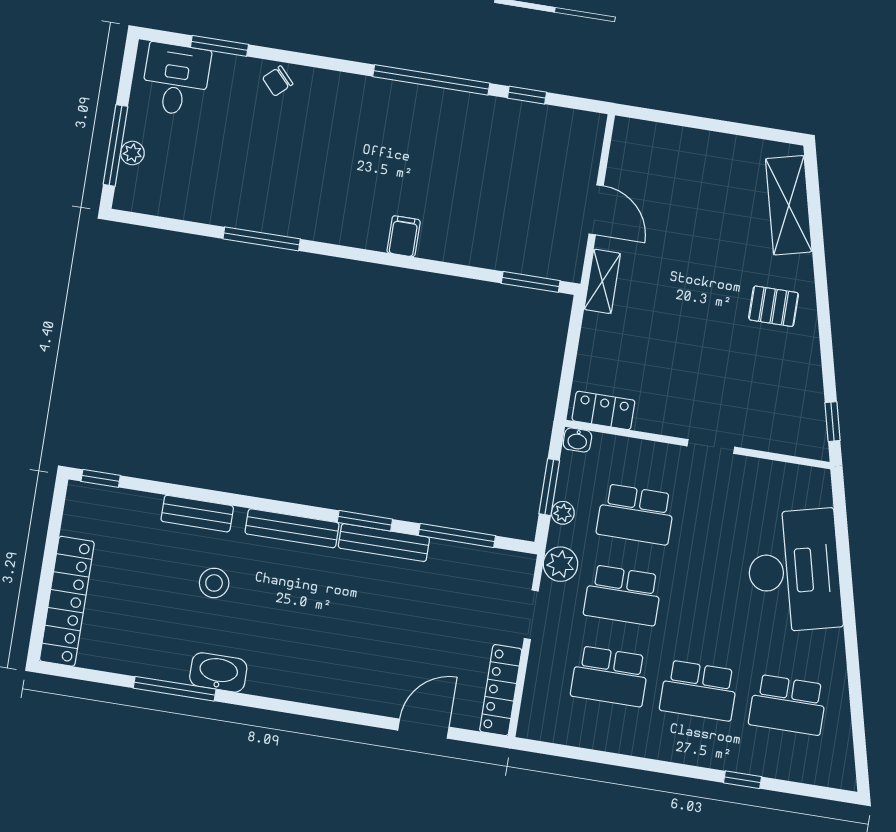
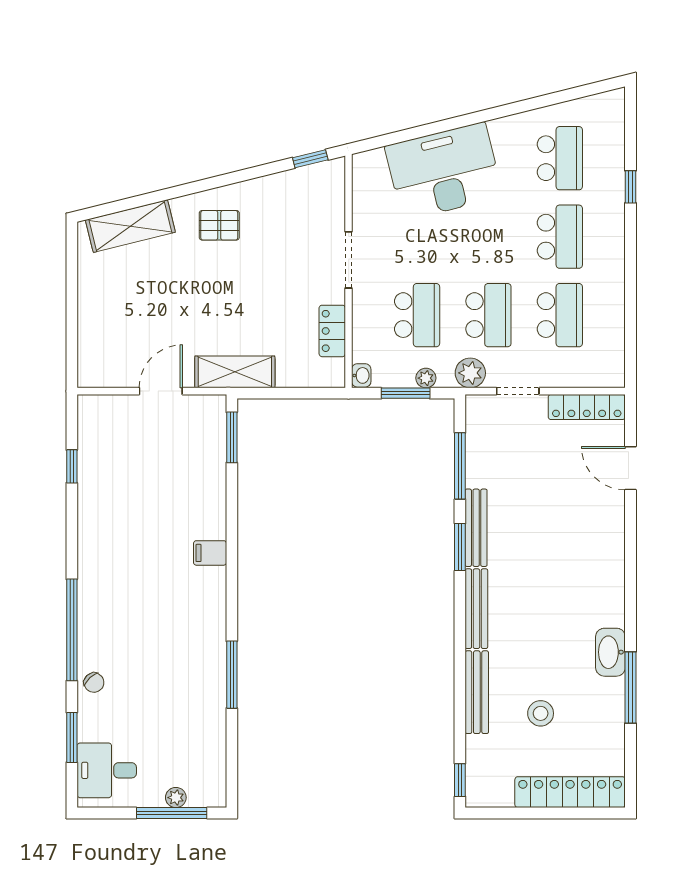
window: (431, 80) -> (72, 630), moved
shelving: (602, 281) -> (235, 372), width x1.50, depth x1.33
pallet: (774, 306) -> (219, 225), turned 90
locker: (603, 410) -> (332, 331), moved
doorway: (711, 447) -> (349, 260), width x1.38
bench: (197, 514) -> (477, 692), width x1.36
stool: (214, 583) -> (541, 713), moved

